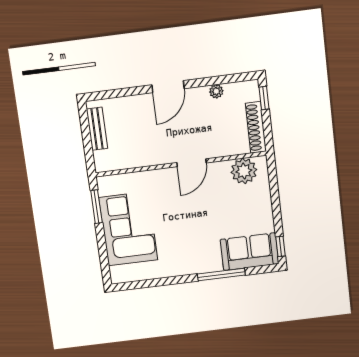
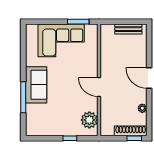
shoe rack: (256, 127) -> (131, 131), moved
window: (280, 246) -> (70, 138), moved
sofa: (250, 252) -> (36, 85), moved

